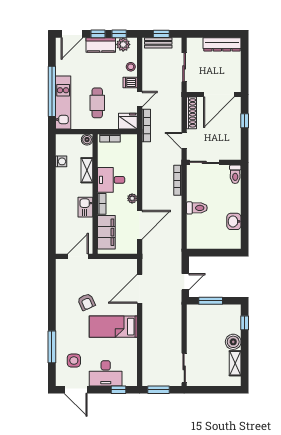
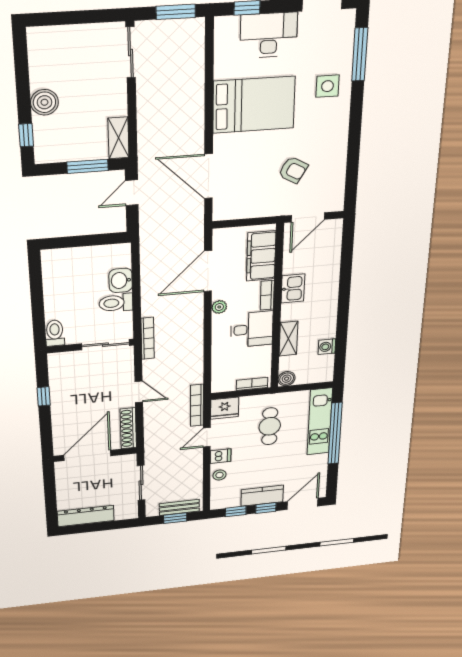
plant: (123, 44) -> (230, 500), removed
window: (245, 121) -> (44, 396), moved
sliding door: (204, 162) -> (105, 345), moved
wall: (214, 162) -> (90, 346), moved
toilet: (235, 174) -> (55, 333), moved
washbasin: (234, 221) -> (121, 280), moved, turned 180
door: (140, 289) -> (209, 176), swing flipped
armchair: (86, 302) -> (293, 170), moved, turned 144
bed: (113, 327) -> (254, 105), width x1.50
window: (52, 347) -> (360, 54), moved
side table: (74, 361) -> (327, 86), moved
shelving: (235, 363) -> (118, 138), moved

